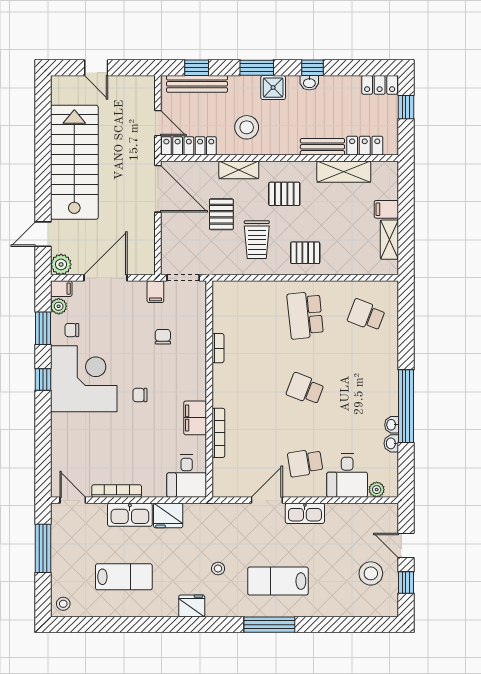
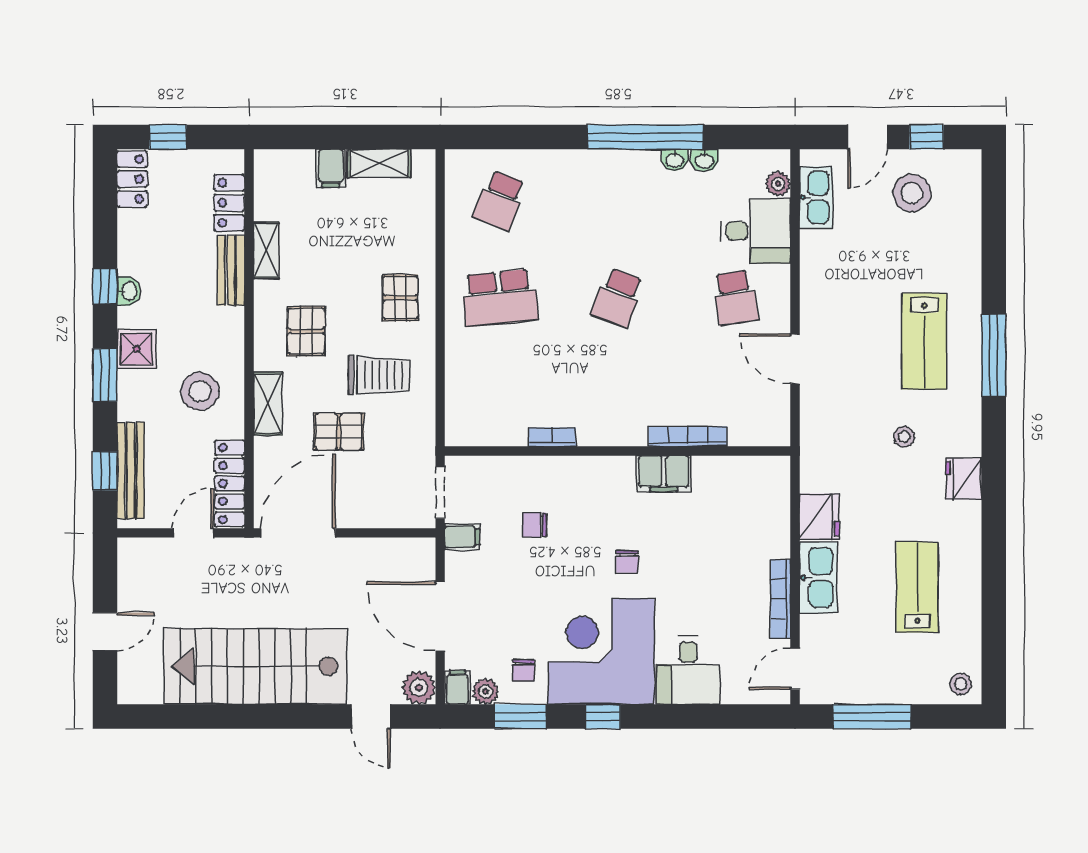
shelving: (344, 172) -> (266, 250), width x0.67, depth x0.75
desk: (187, 476) -> (688, 670), moved, turned 90
kitchen sink: (305, 513) -> (816, 198), moved

